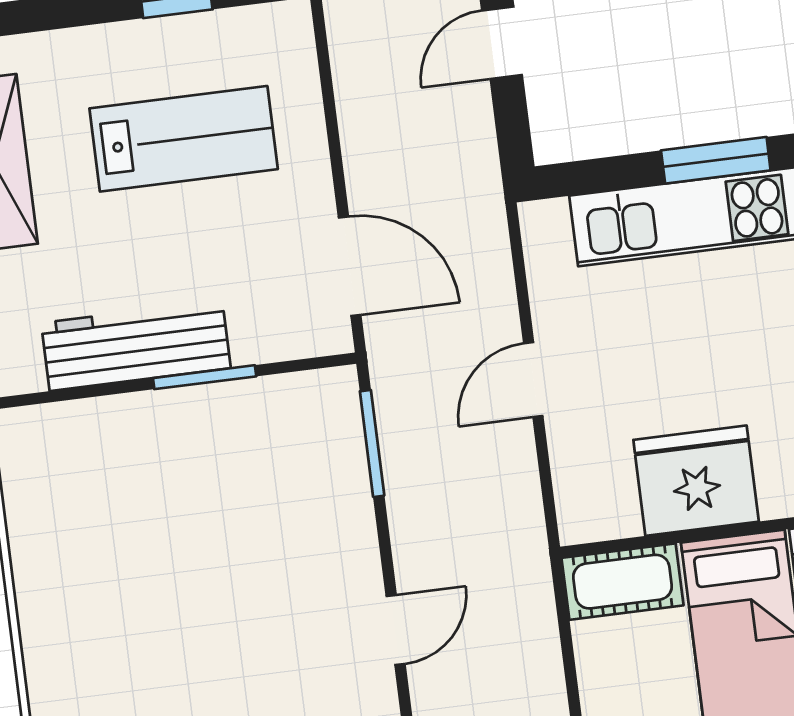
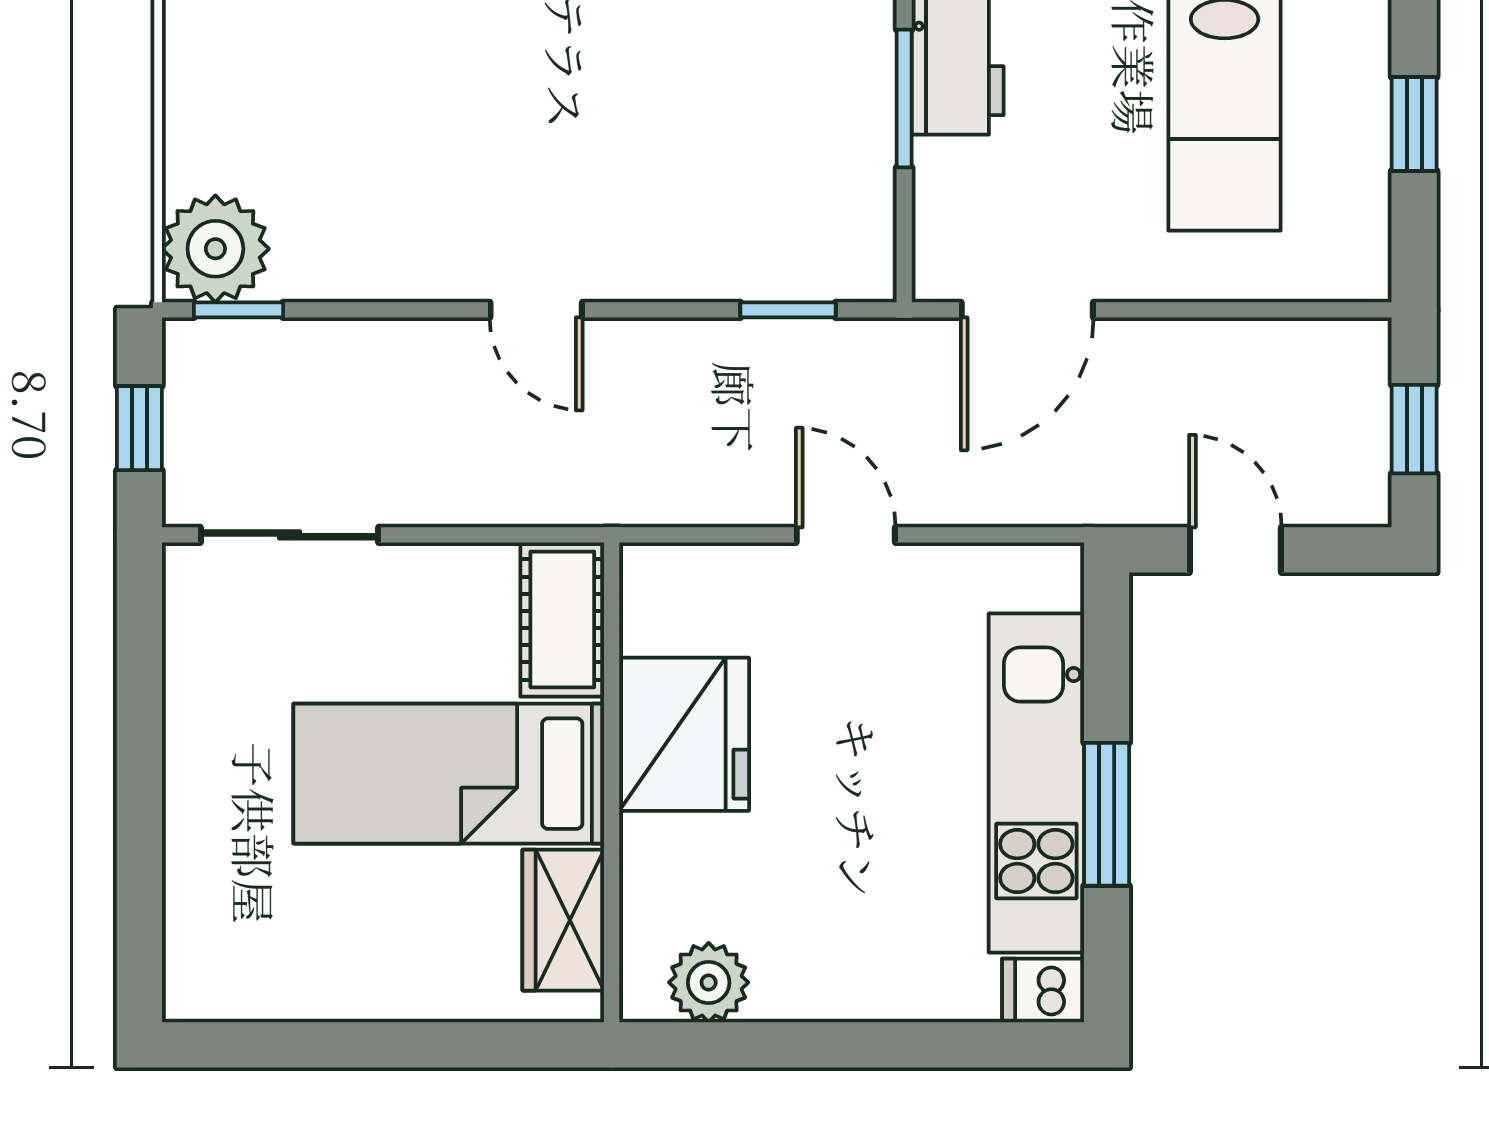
door: (502, 43) -> (1235, 550), moved
window: (372, 443) -> (788, 310), width x0.67

